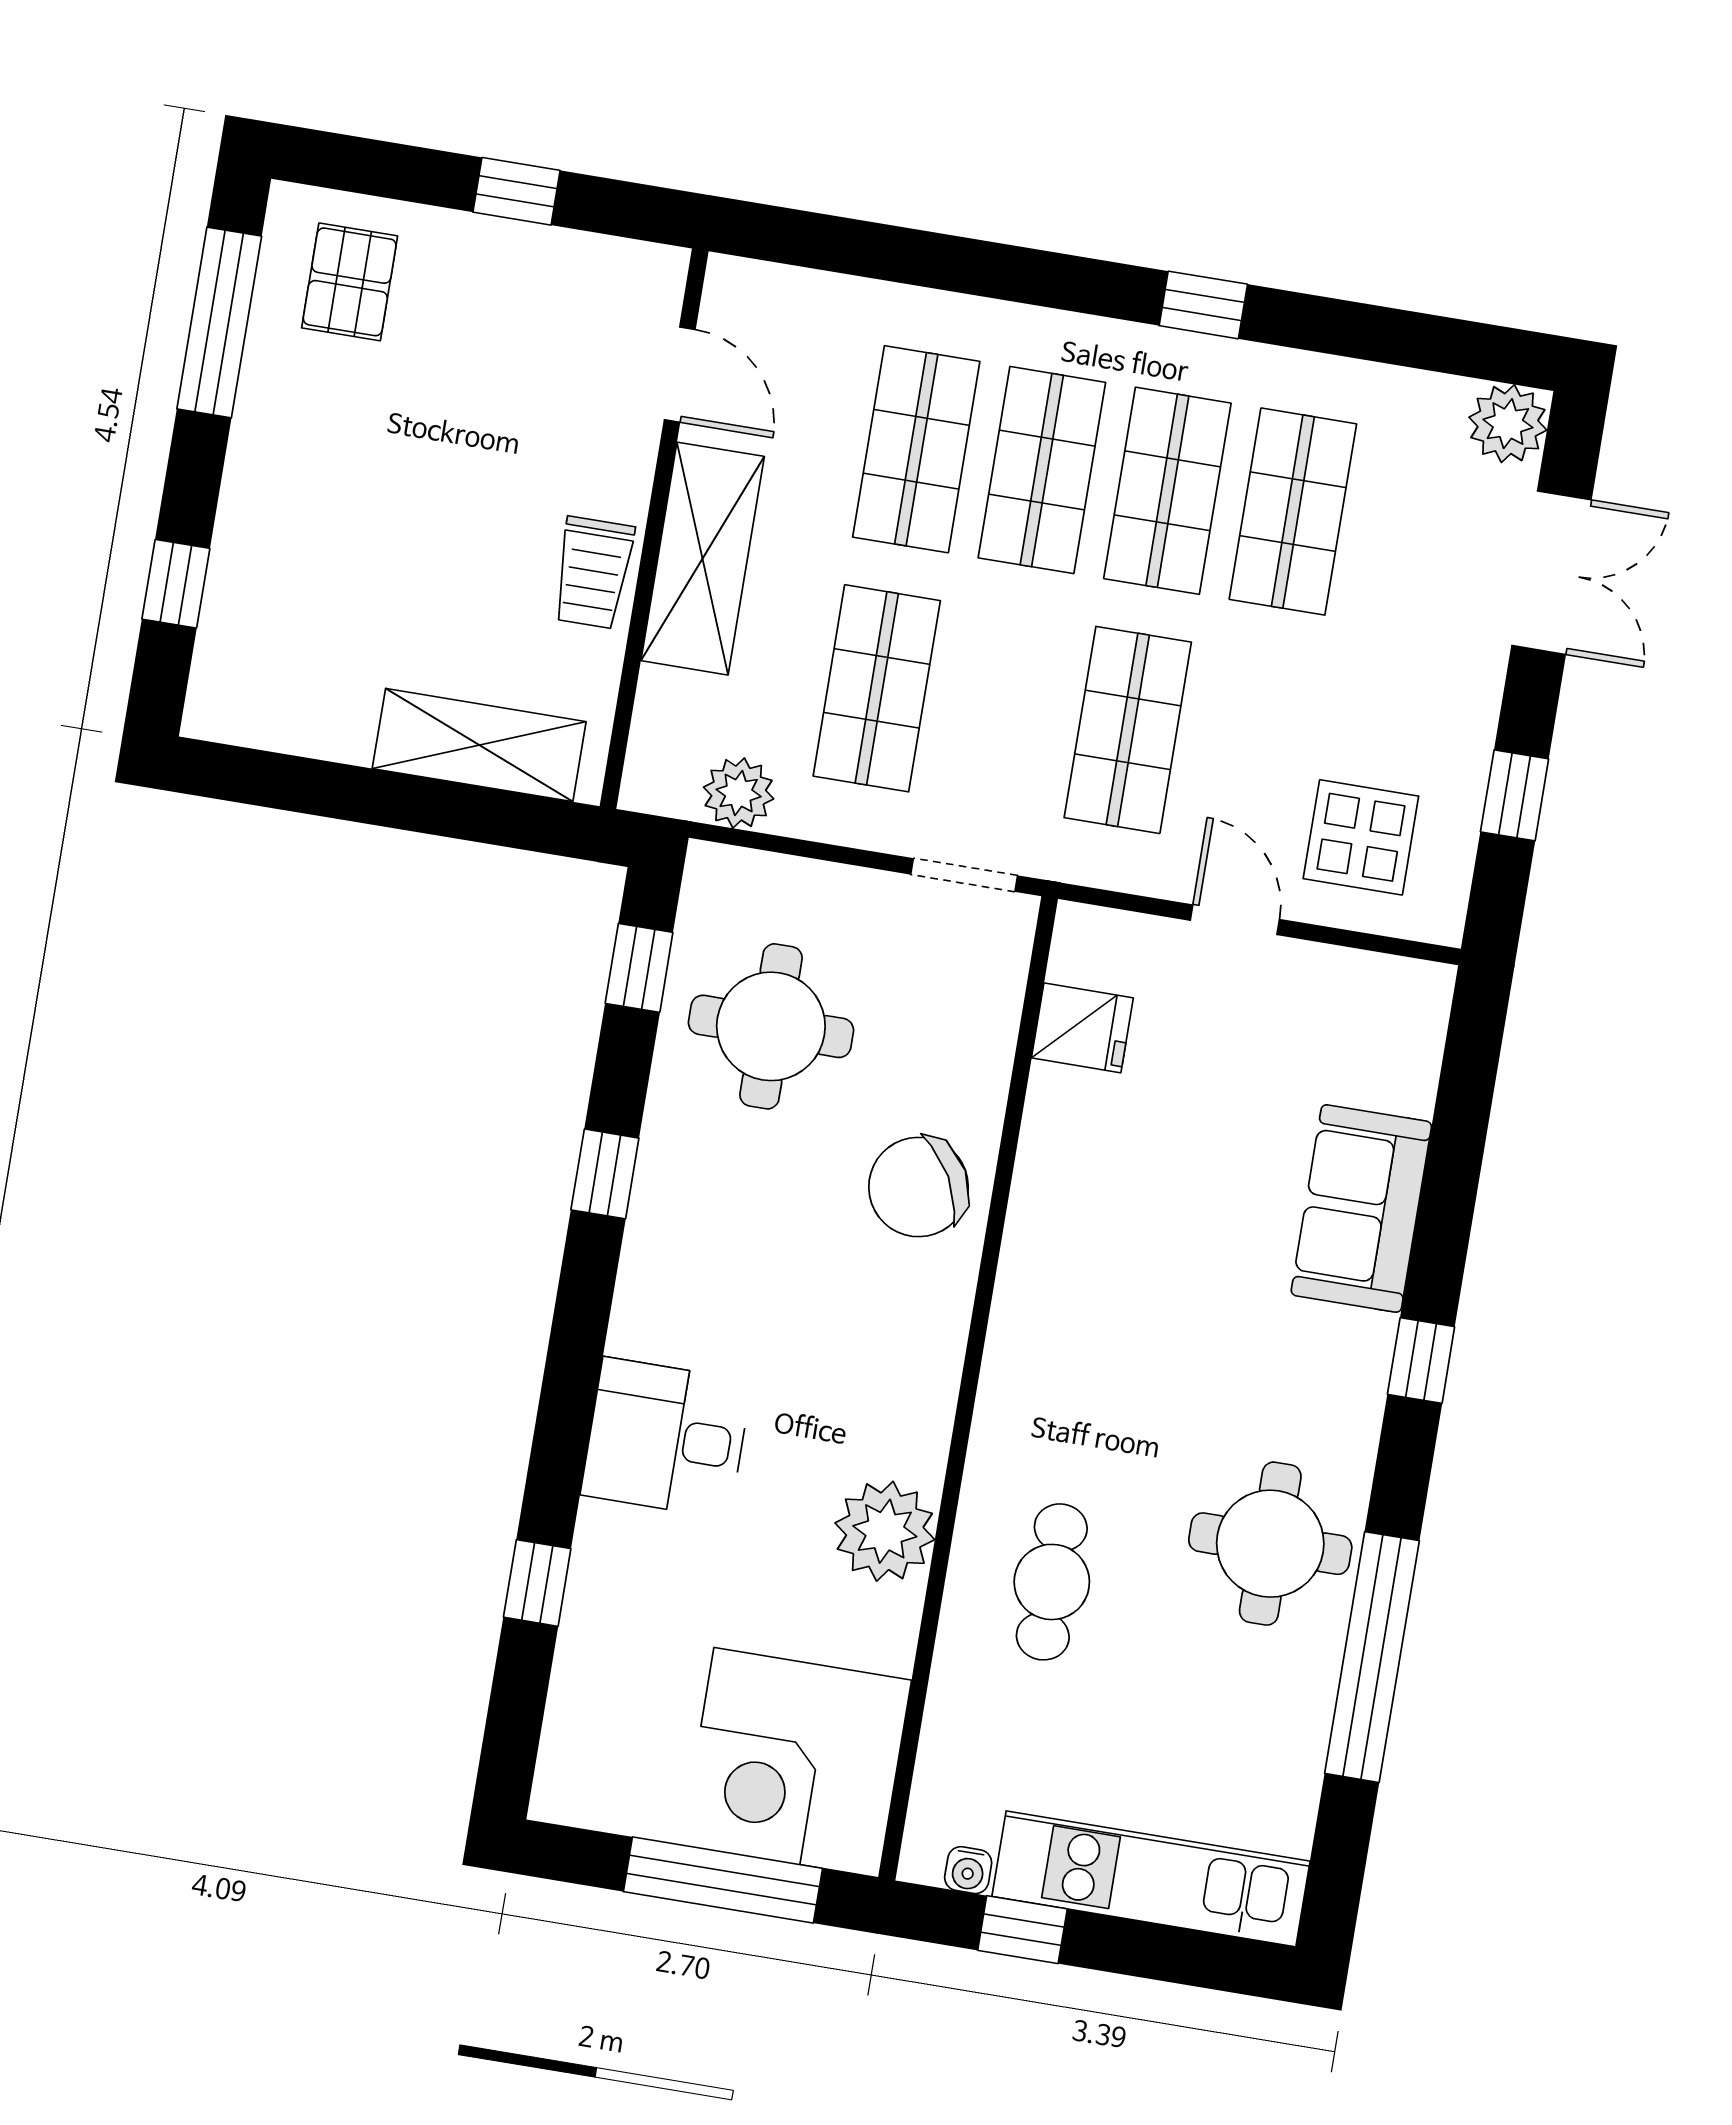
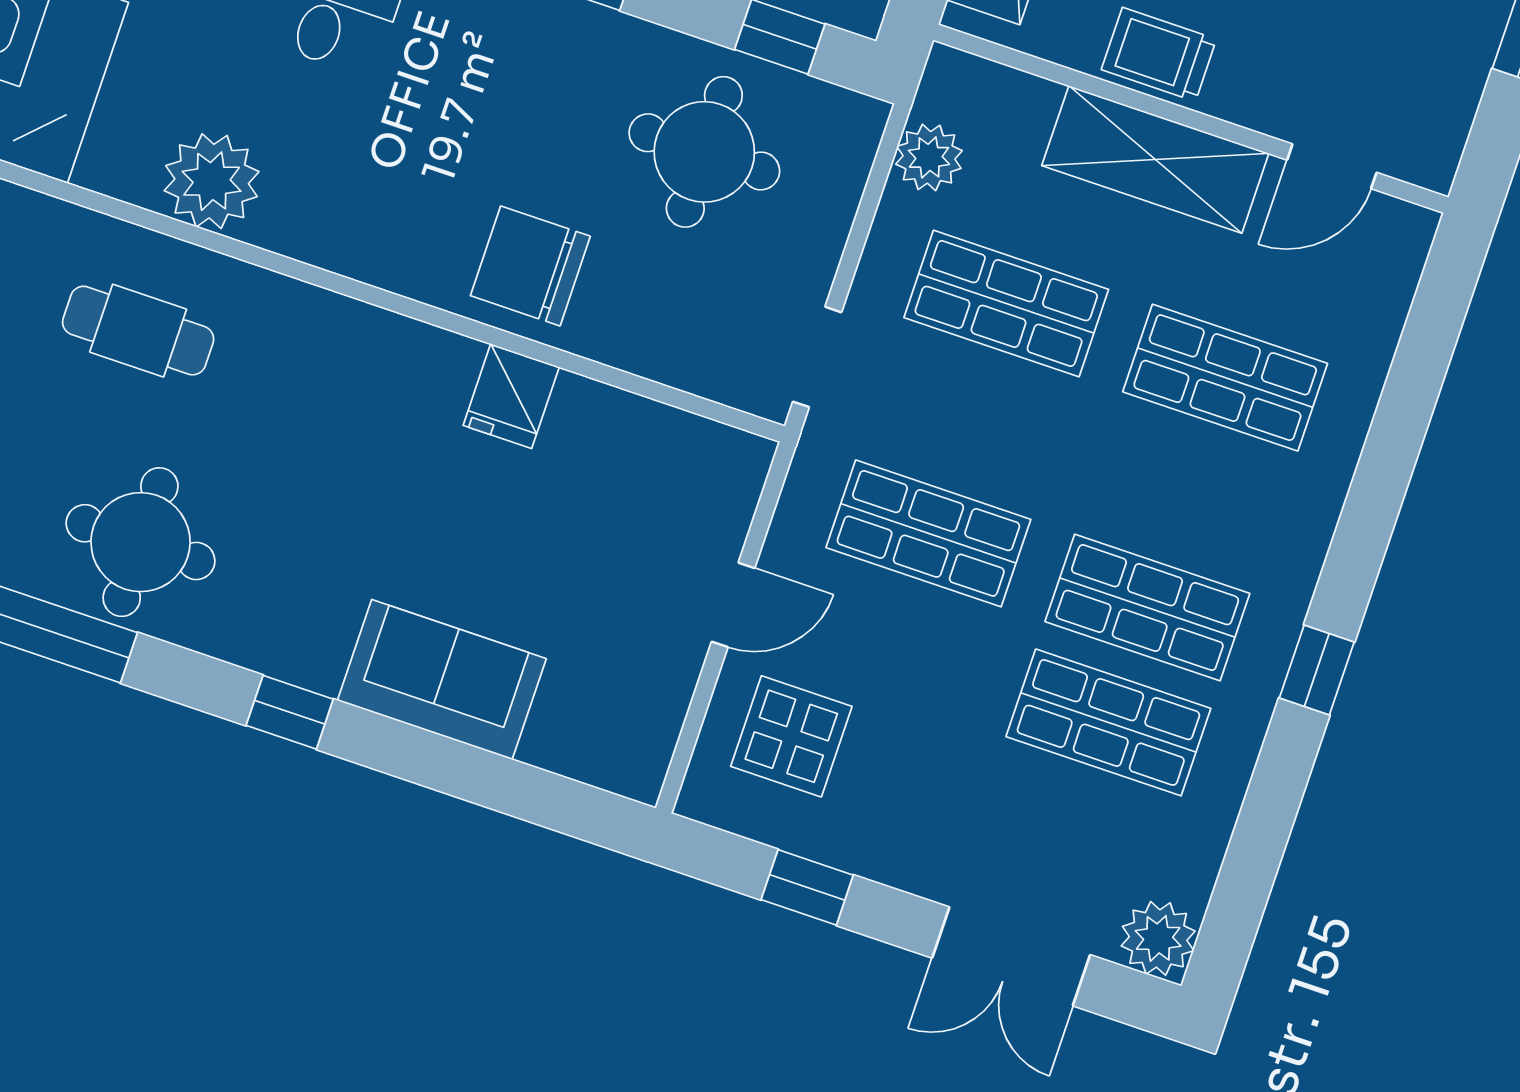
shop shelf: (1042, 470) -> (1186, 493), removed
fridge: (1082, 1028) -> (511, 396), moved
chair: (918, 1187) -> (530, 266), turned -61

